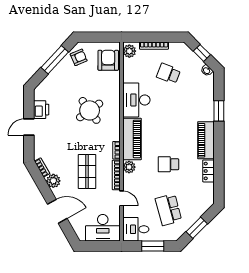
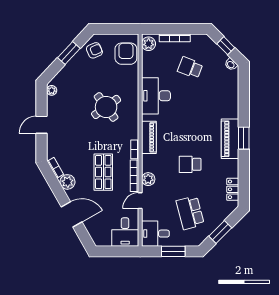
window: (55, 60) -> (69, 53), width x0.69
plant: (38, 95) -> (52, 90), added
printer: (41, 110) -> (55, 106), removed
window: (219, 111) -> (244, 138), moved
piano: (132, 139) -> (149, 137), width x0.73, depth x0.75
plant: (129, 167) -> (148, 179), moved
locker: (208, 171) -> (233, 189), moved
door: (121, 198) -> (140, 201), swing flipped
desk: (103, 228) -> (125, 232), width x0.73

